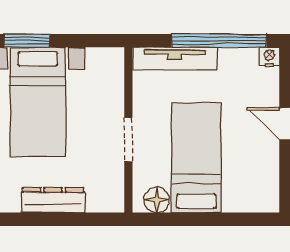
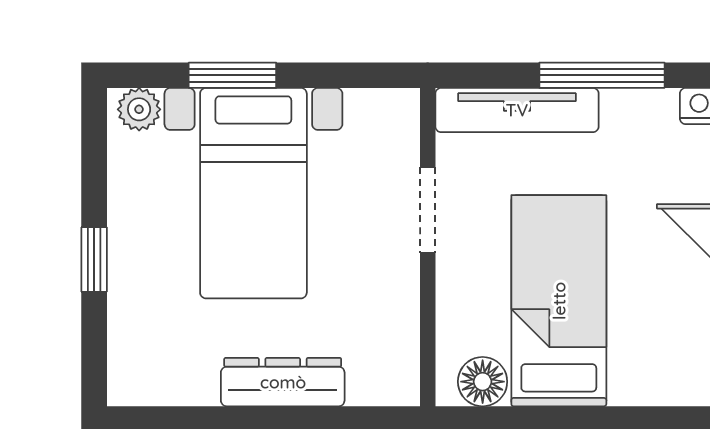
window: (219, 41) -> (602, 75), width x0.68
doorway: (128, 140) -> (428, 210), moved

